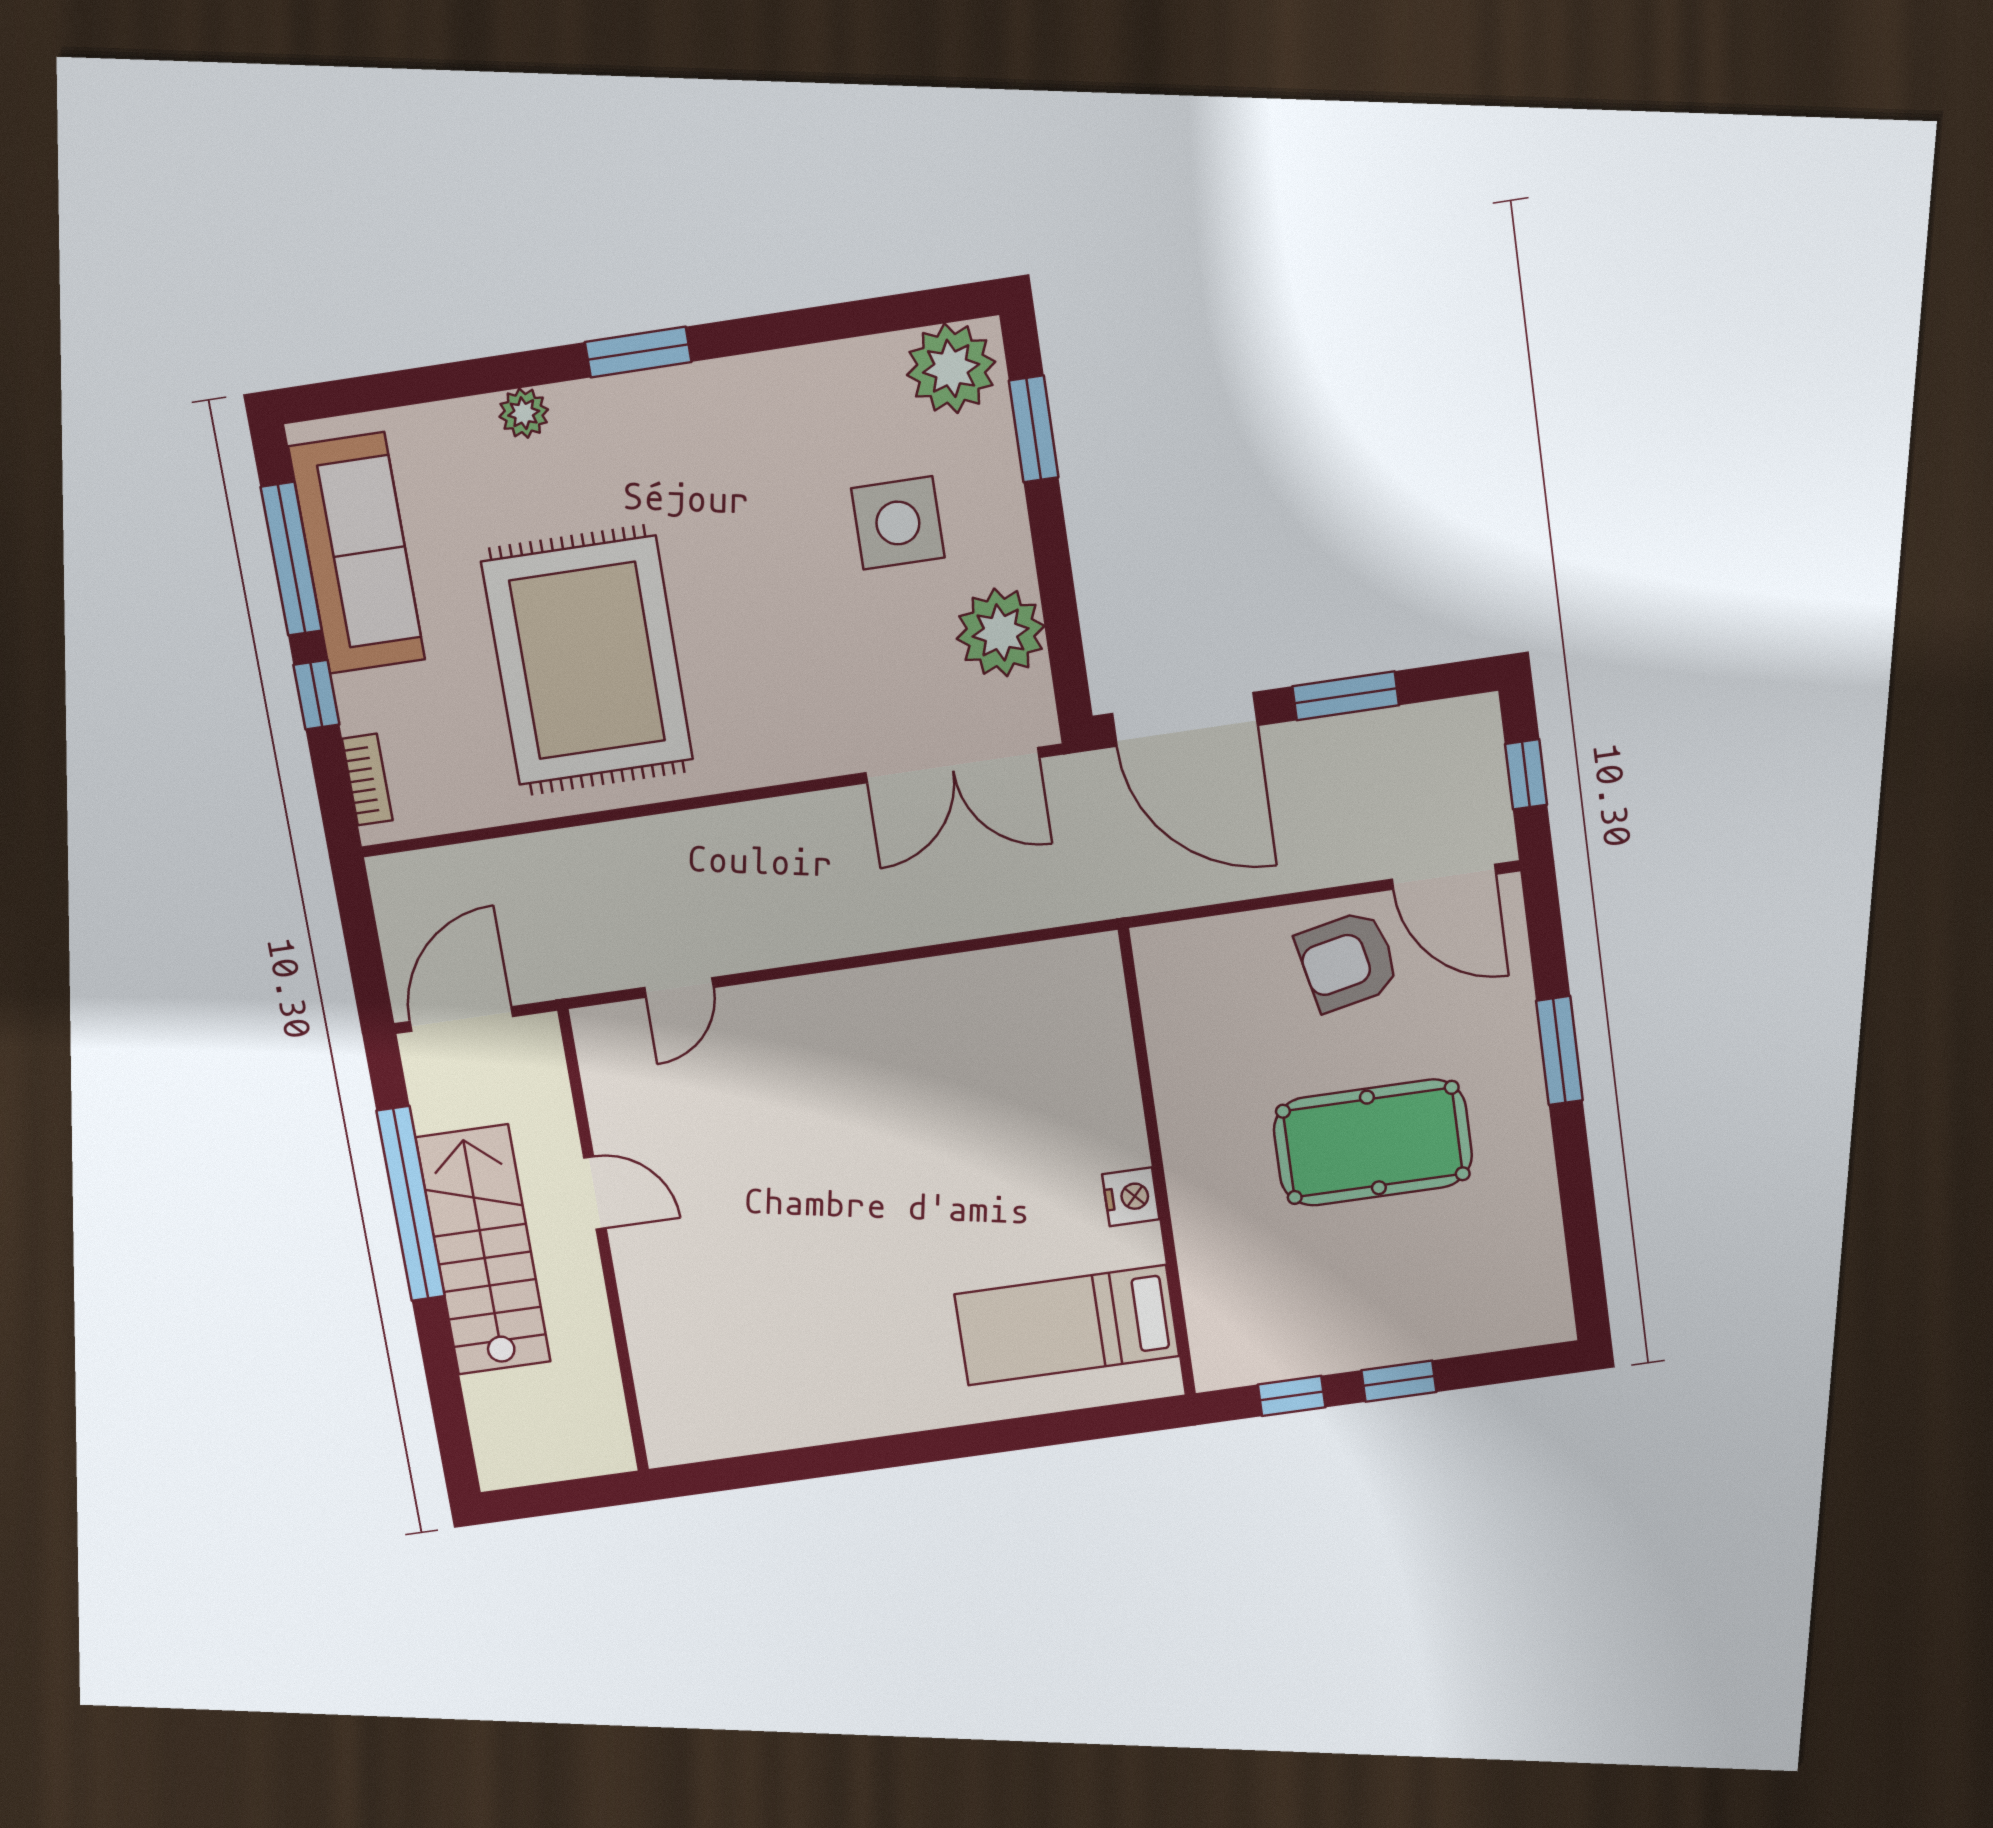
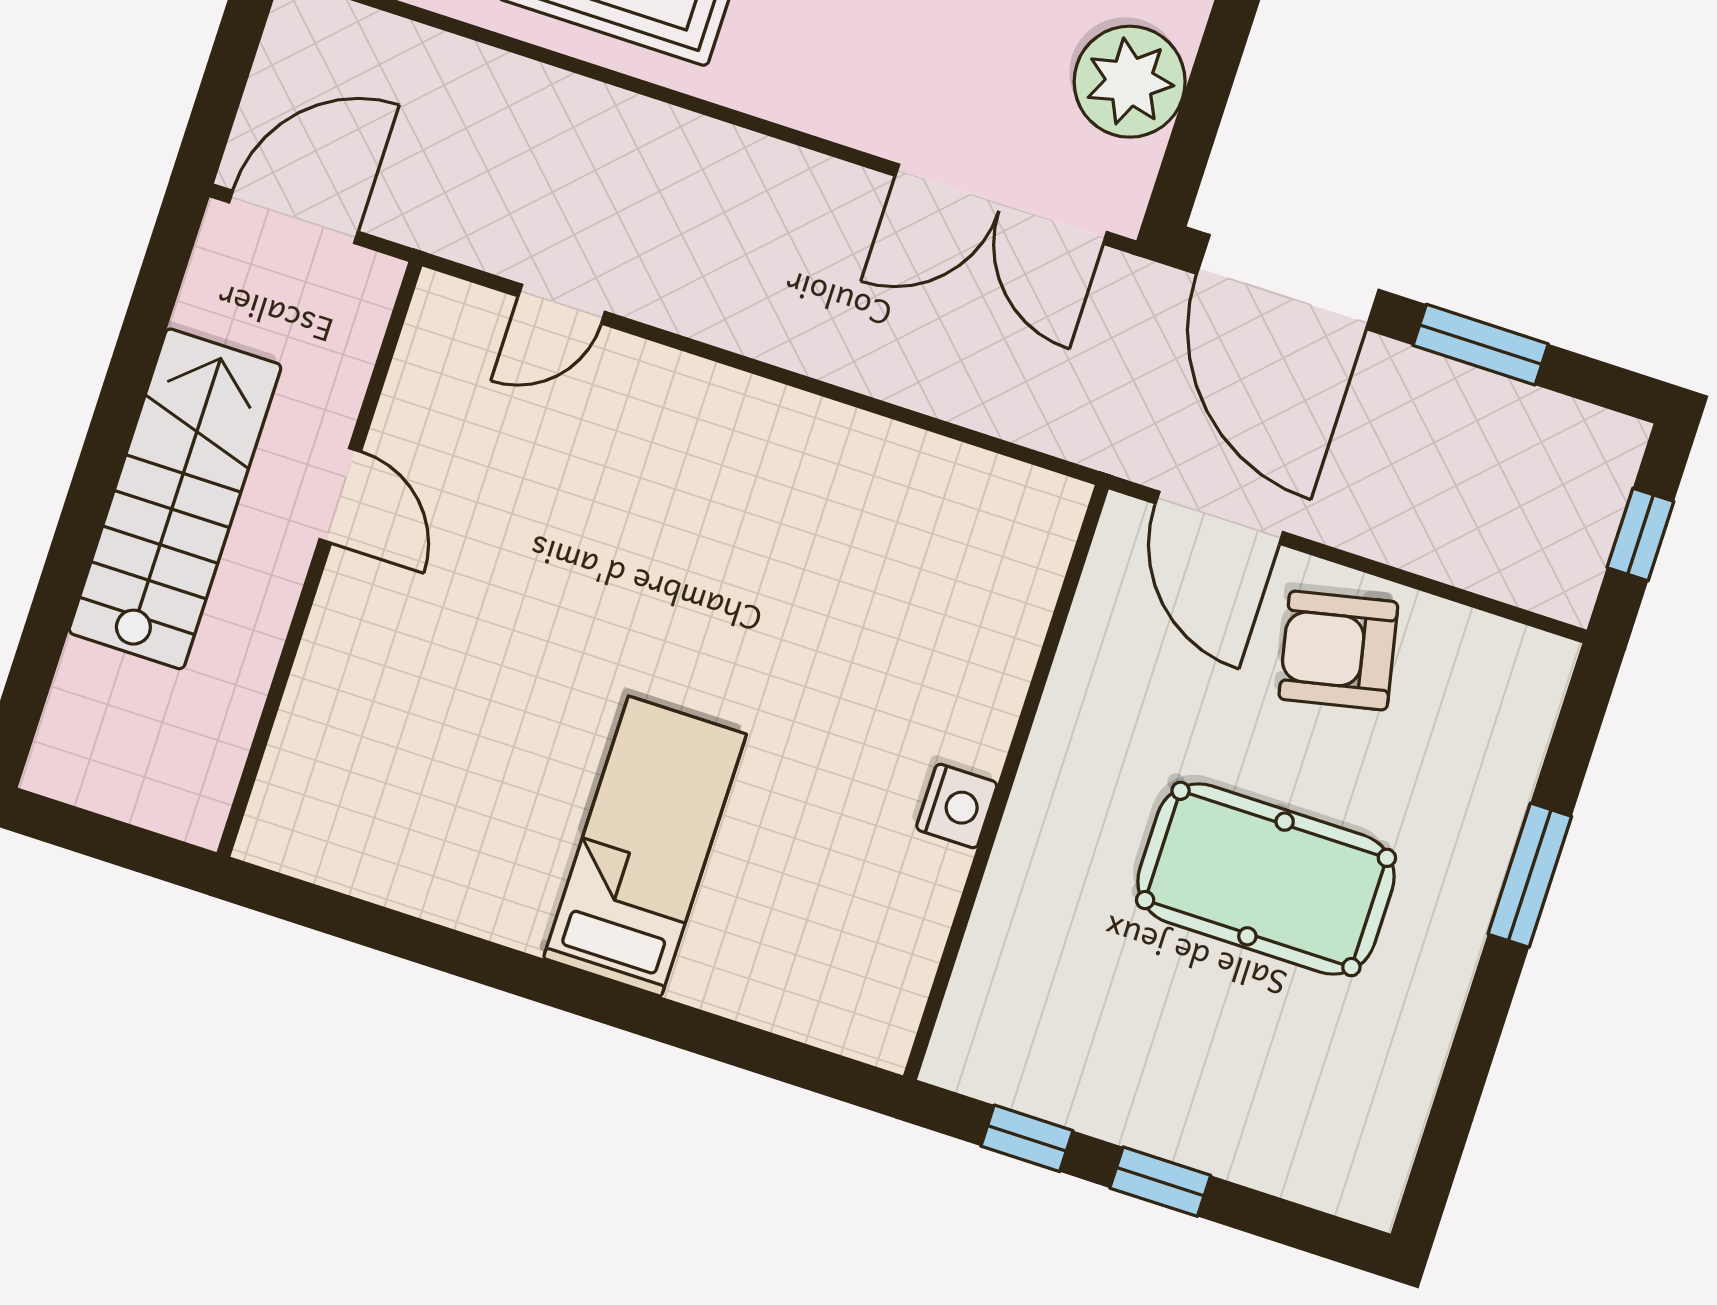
door: (1444, 877) -> (1219, 518), moved
window: (411, 1204) -> (120, 403), removed
bed: (1067, 1325) -> (645, 846), moved, turned 90

